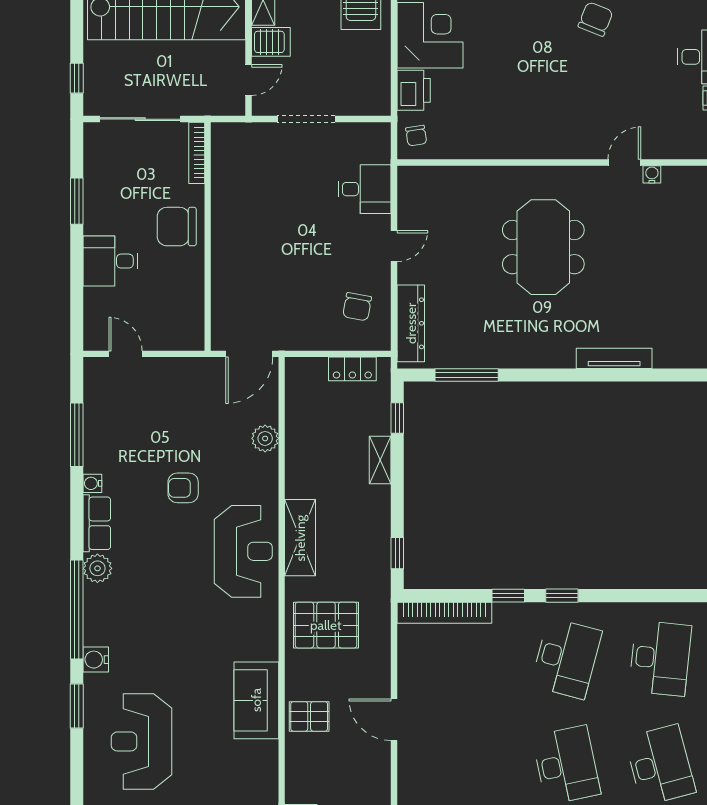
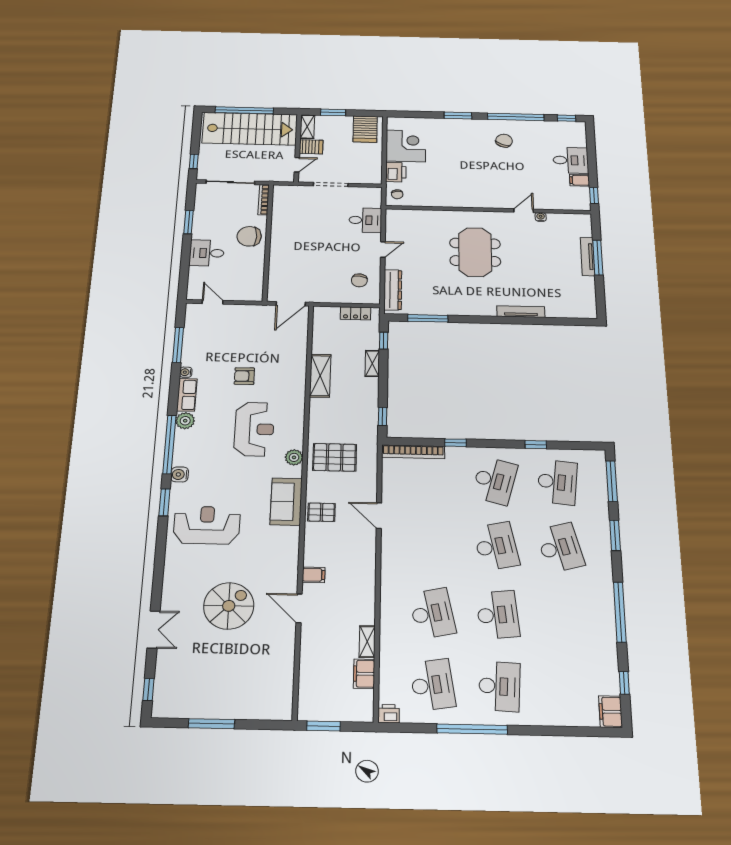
plant: (265, 438) -> (294, 457), moved
shelving: (300, 538) -> (320, 376), moved
reception desk: (243, 551) -> (254, 429), moved
window: (562, 596) -> (536, 445), moved
reception desk: (141, 741) -> (207, 525), turned 90

